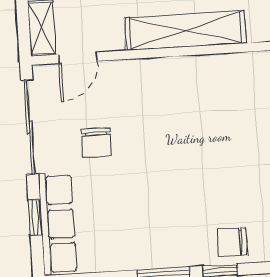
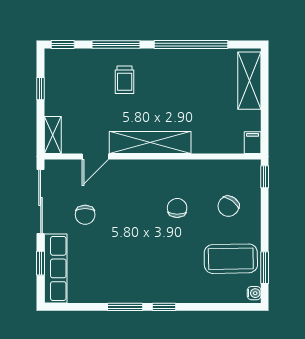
door: (78, 58) -> (95, 157), moved
chair: (232, 242) -> (177, 208), moved, turned 91

